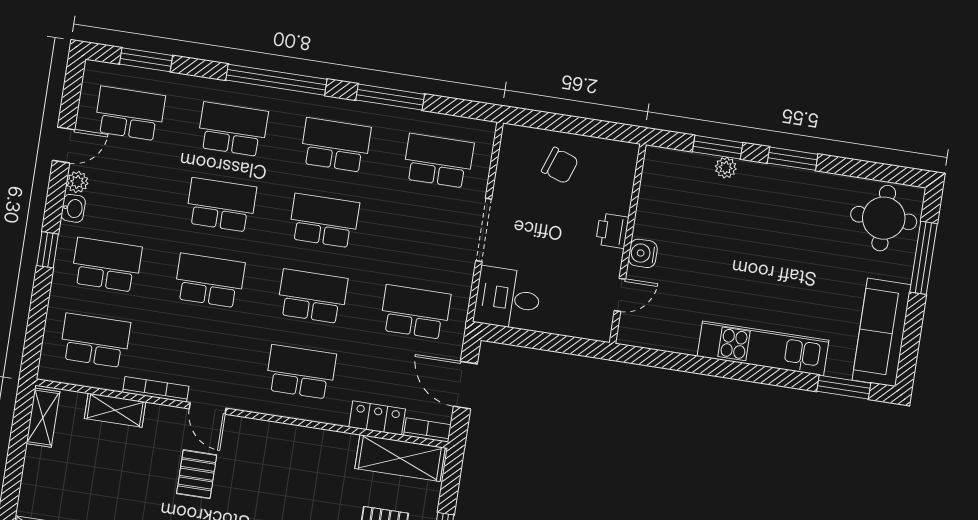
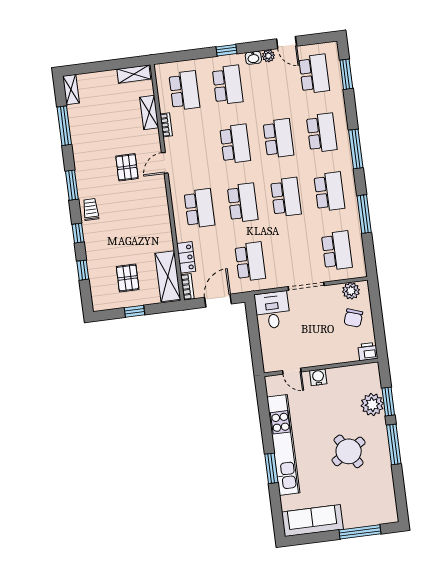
window: (276, 80) -> (356, 149), width x0.68
plant: (513, 156) -> (351, 291), added
window: (793, 159) -> (394, 444), width x1.44
plant: (726, 168) -> (372, 405), width x1.87, depth x1.87
round table: (884, 218) -> (349, 451), moved, turned -32
printer: (612, 231) -> (368, 351), moved
kitchen unit: (763, 348) -> (283, 445), width x1.36
window: (844, 387) -> (271, 468), moved
bookcase: (156, 389) -> (166, 125), width x0.64
pallet: (197, 474) -> (127, 167), turned 90

